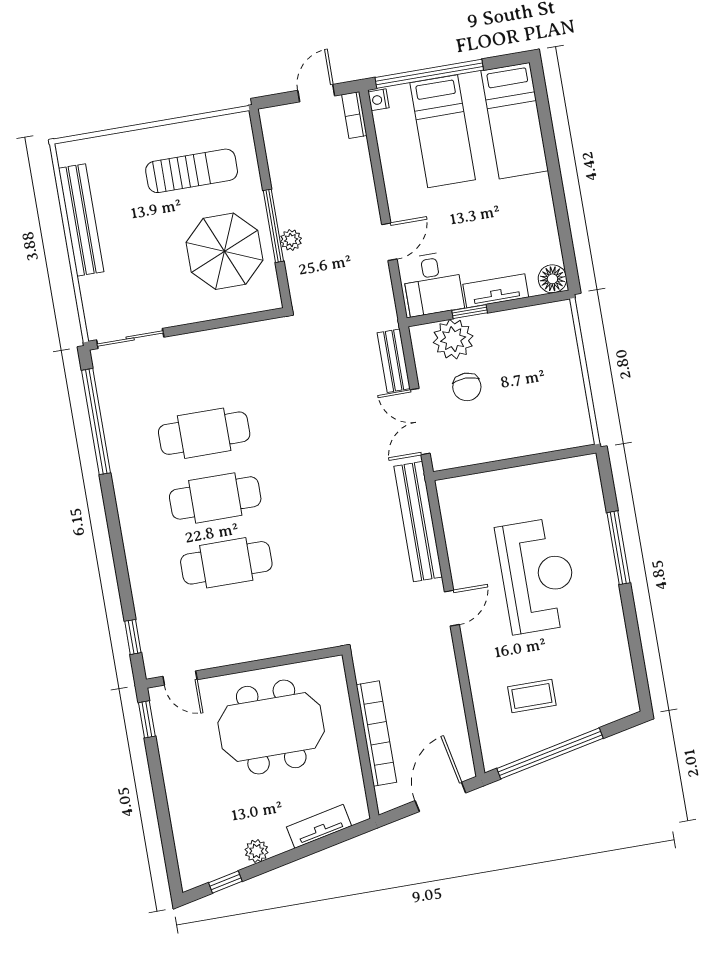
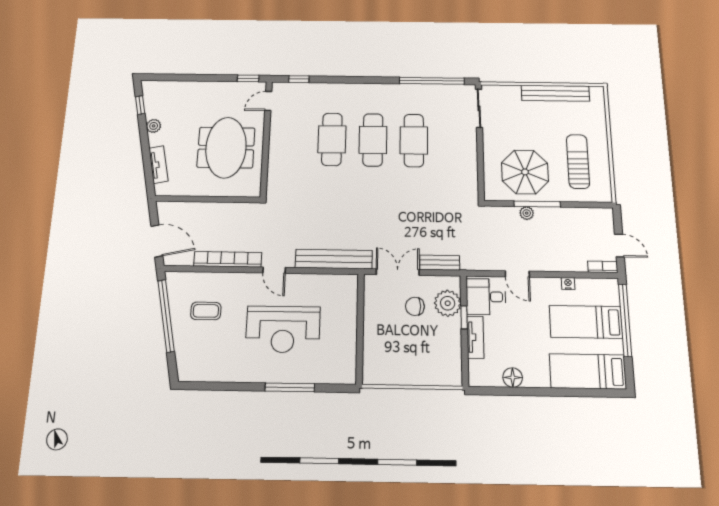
nightstand: (379, 100) -> (568, 283), moved
sun lounger: (192, 171) -> (578, 161), turned 180
floor lamp: (552, 279) -> (513, 377), moved
coffee table: (532, 696) -> (206, 311), turned 90
bookcase: (376, 734) -> (228, 259), moved, turned 180

